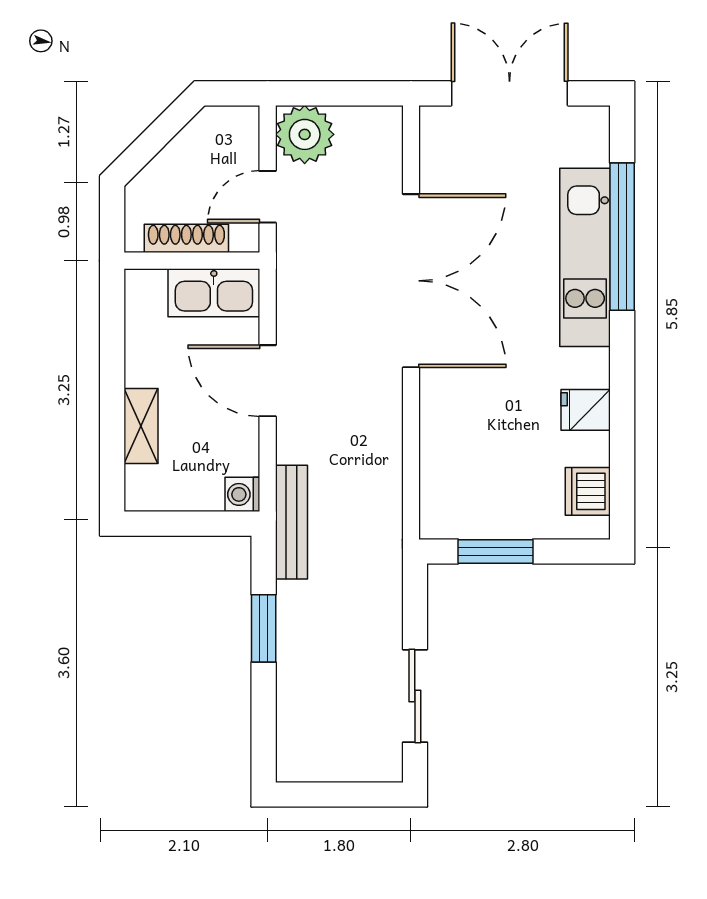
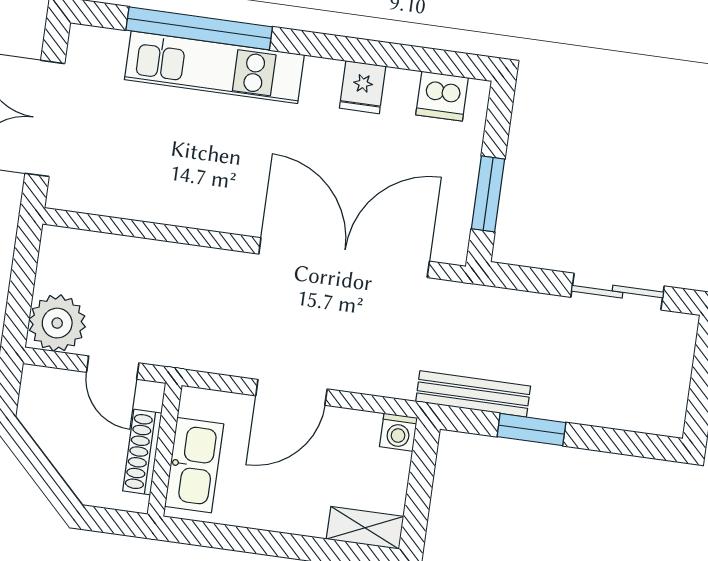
double door: (411, 281) -> (344, 258), moved
kitchen sink: (214, 293) -> (194, 465), moved
shelving: (141, 426) -> (365, 528), moved
bench: (291, 522) -> (473, 394), moved

